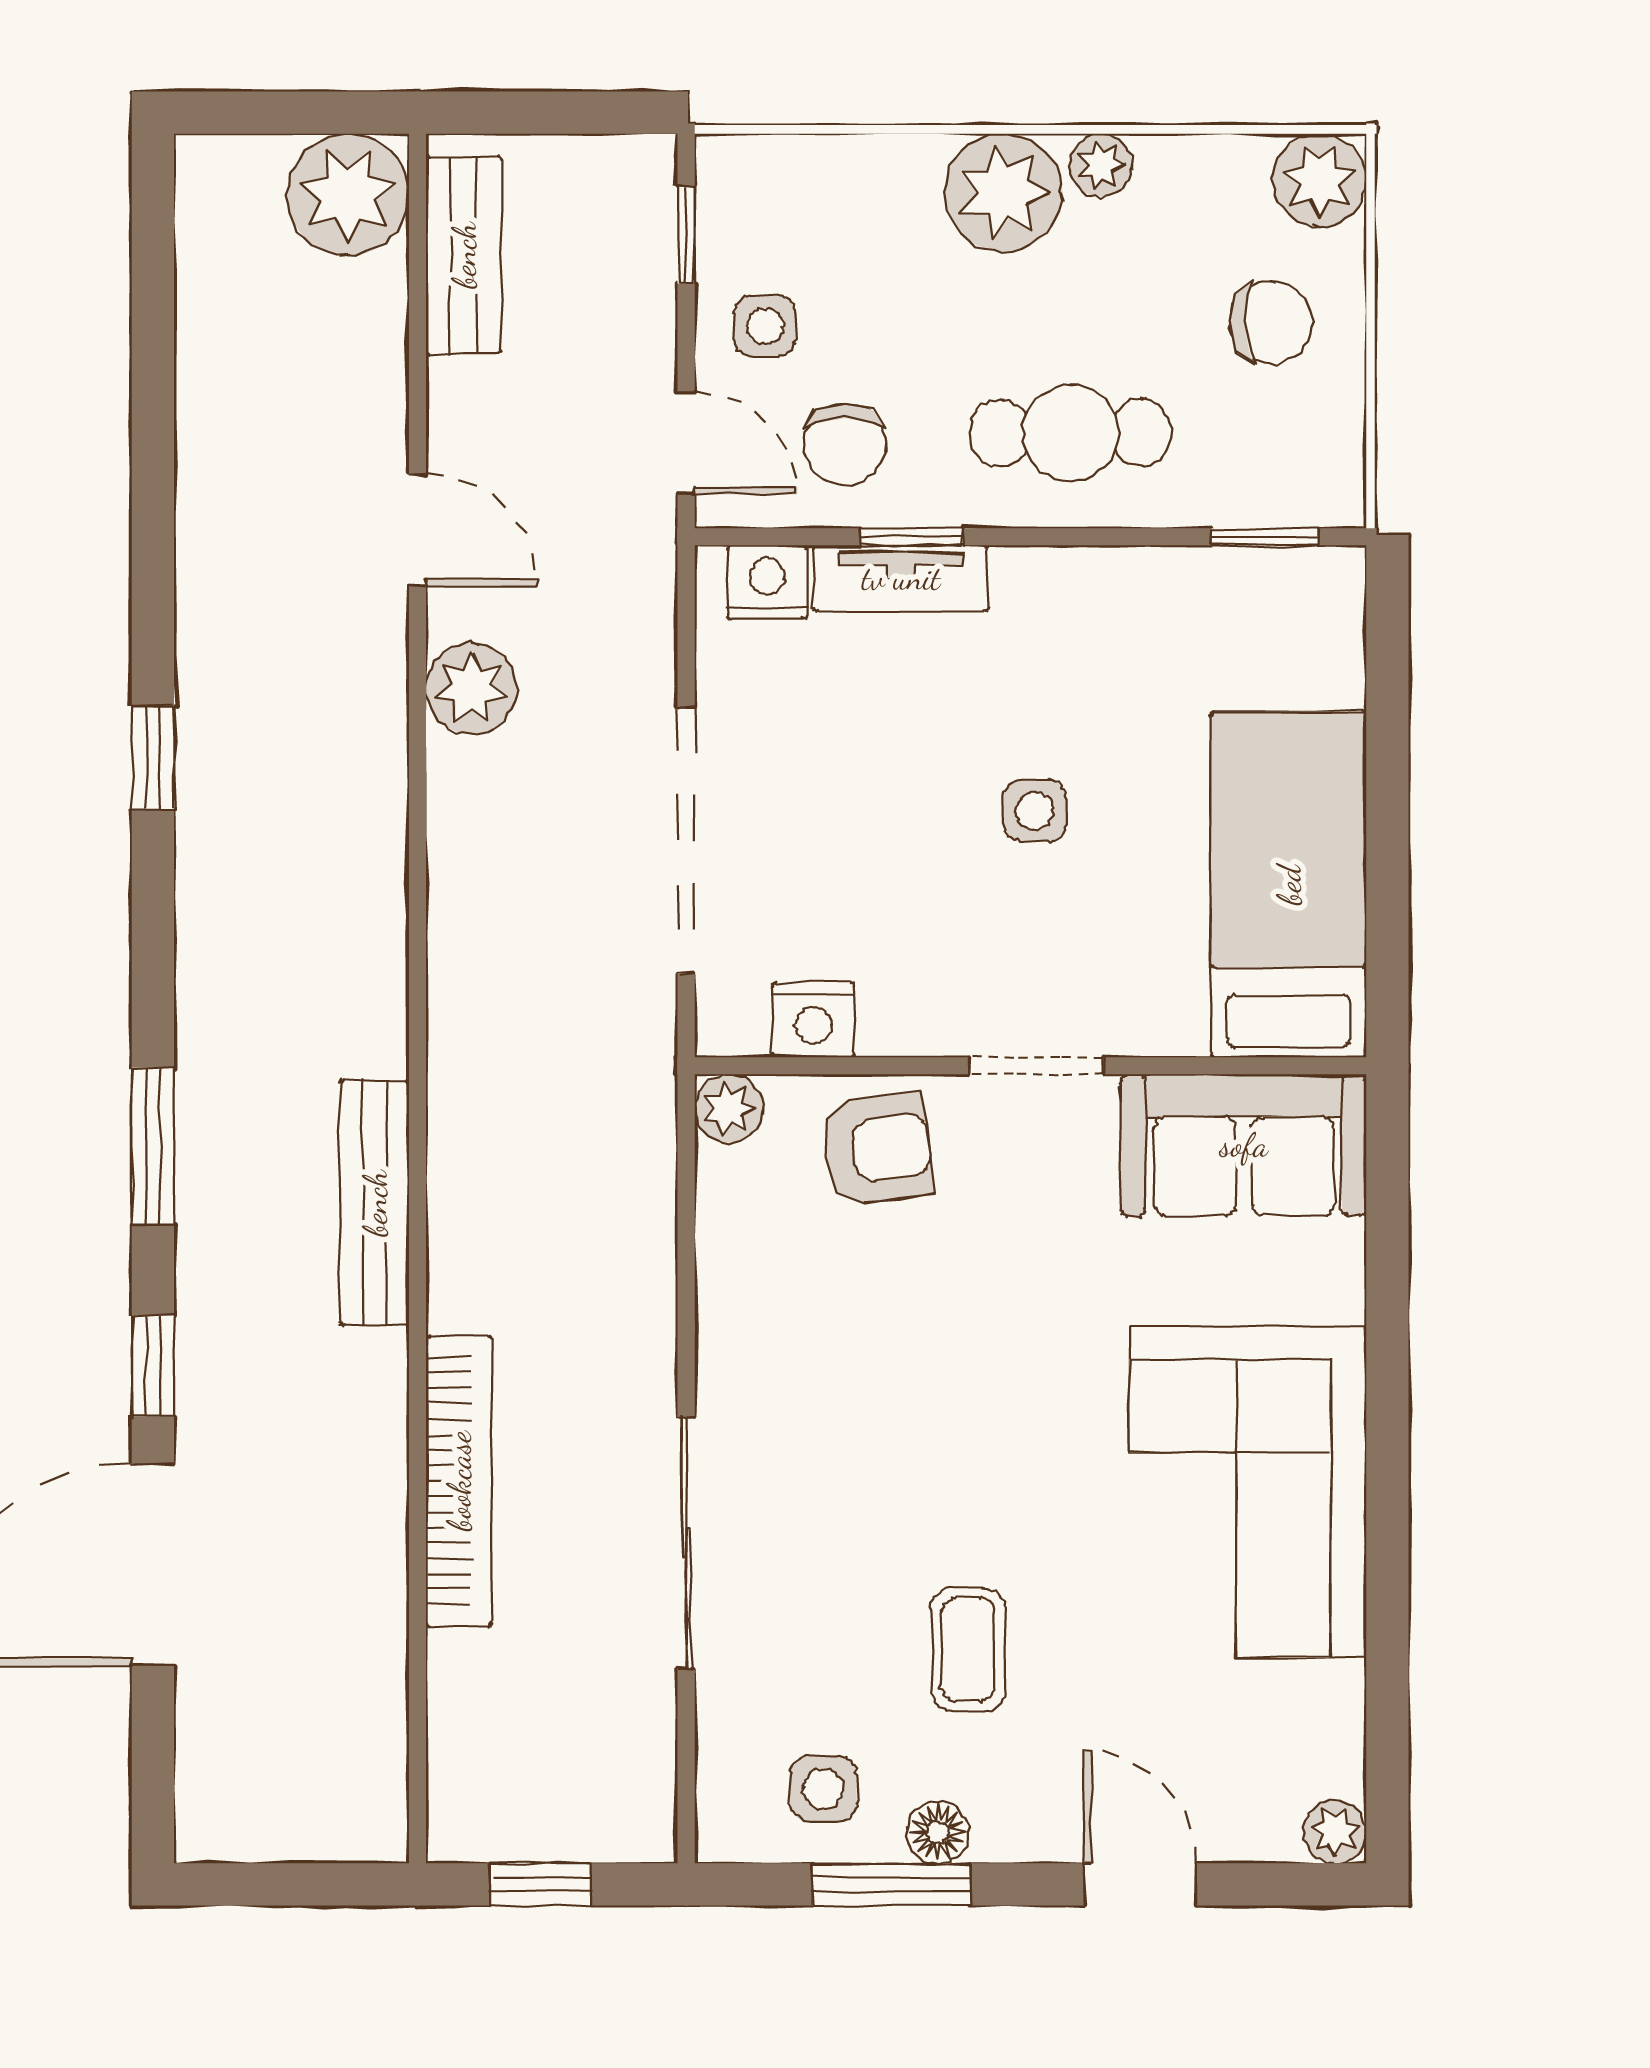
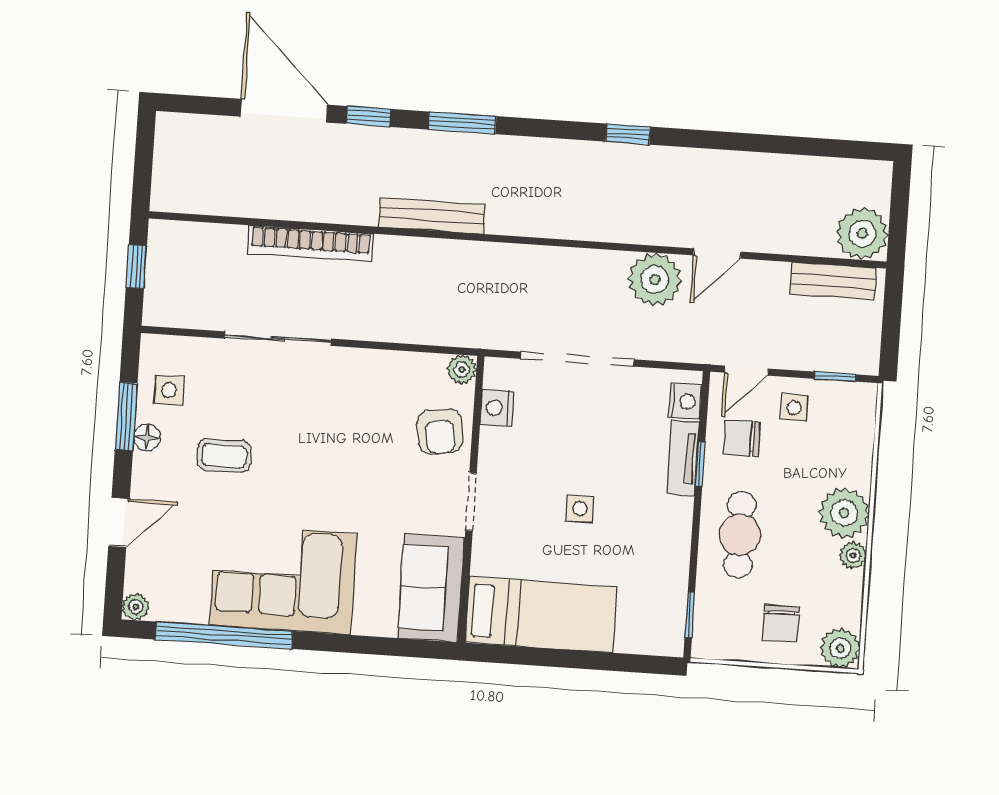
plant: (471, 688) -> (655, 279), width x1.36, depth x1.36
window: (1387, 1621) -> (224, 635), added

